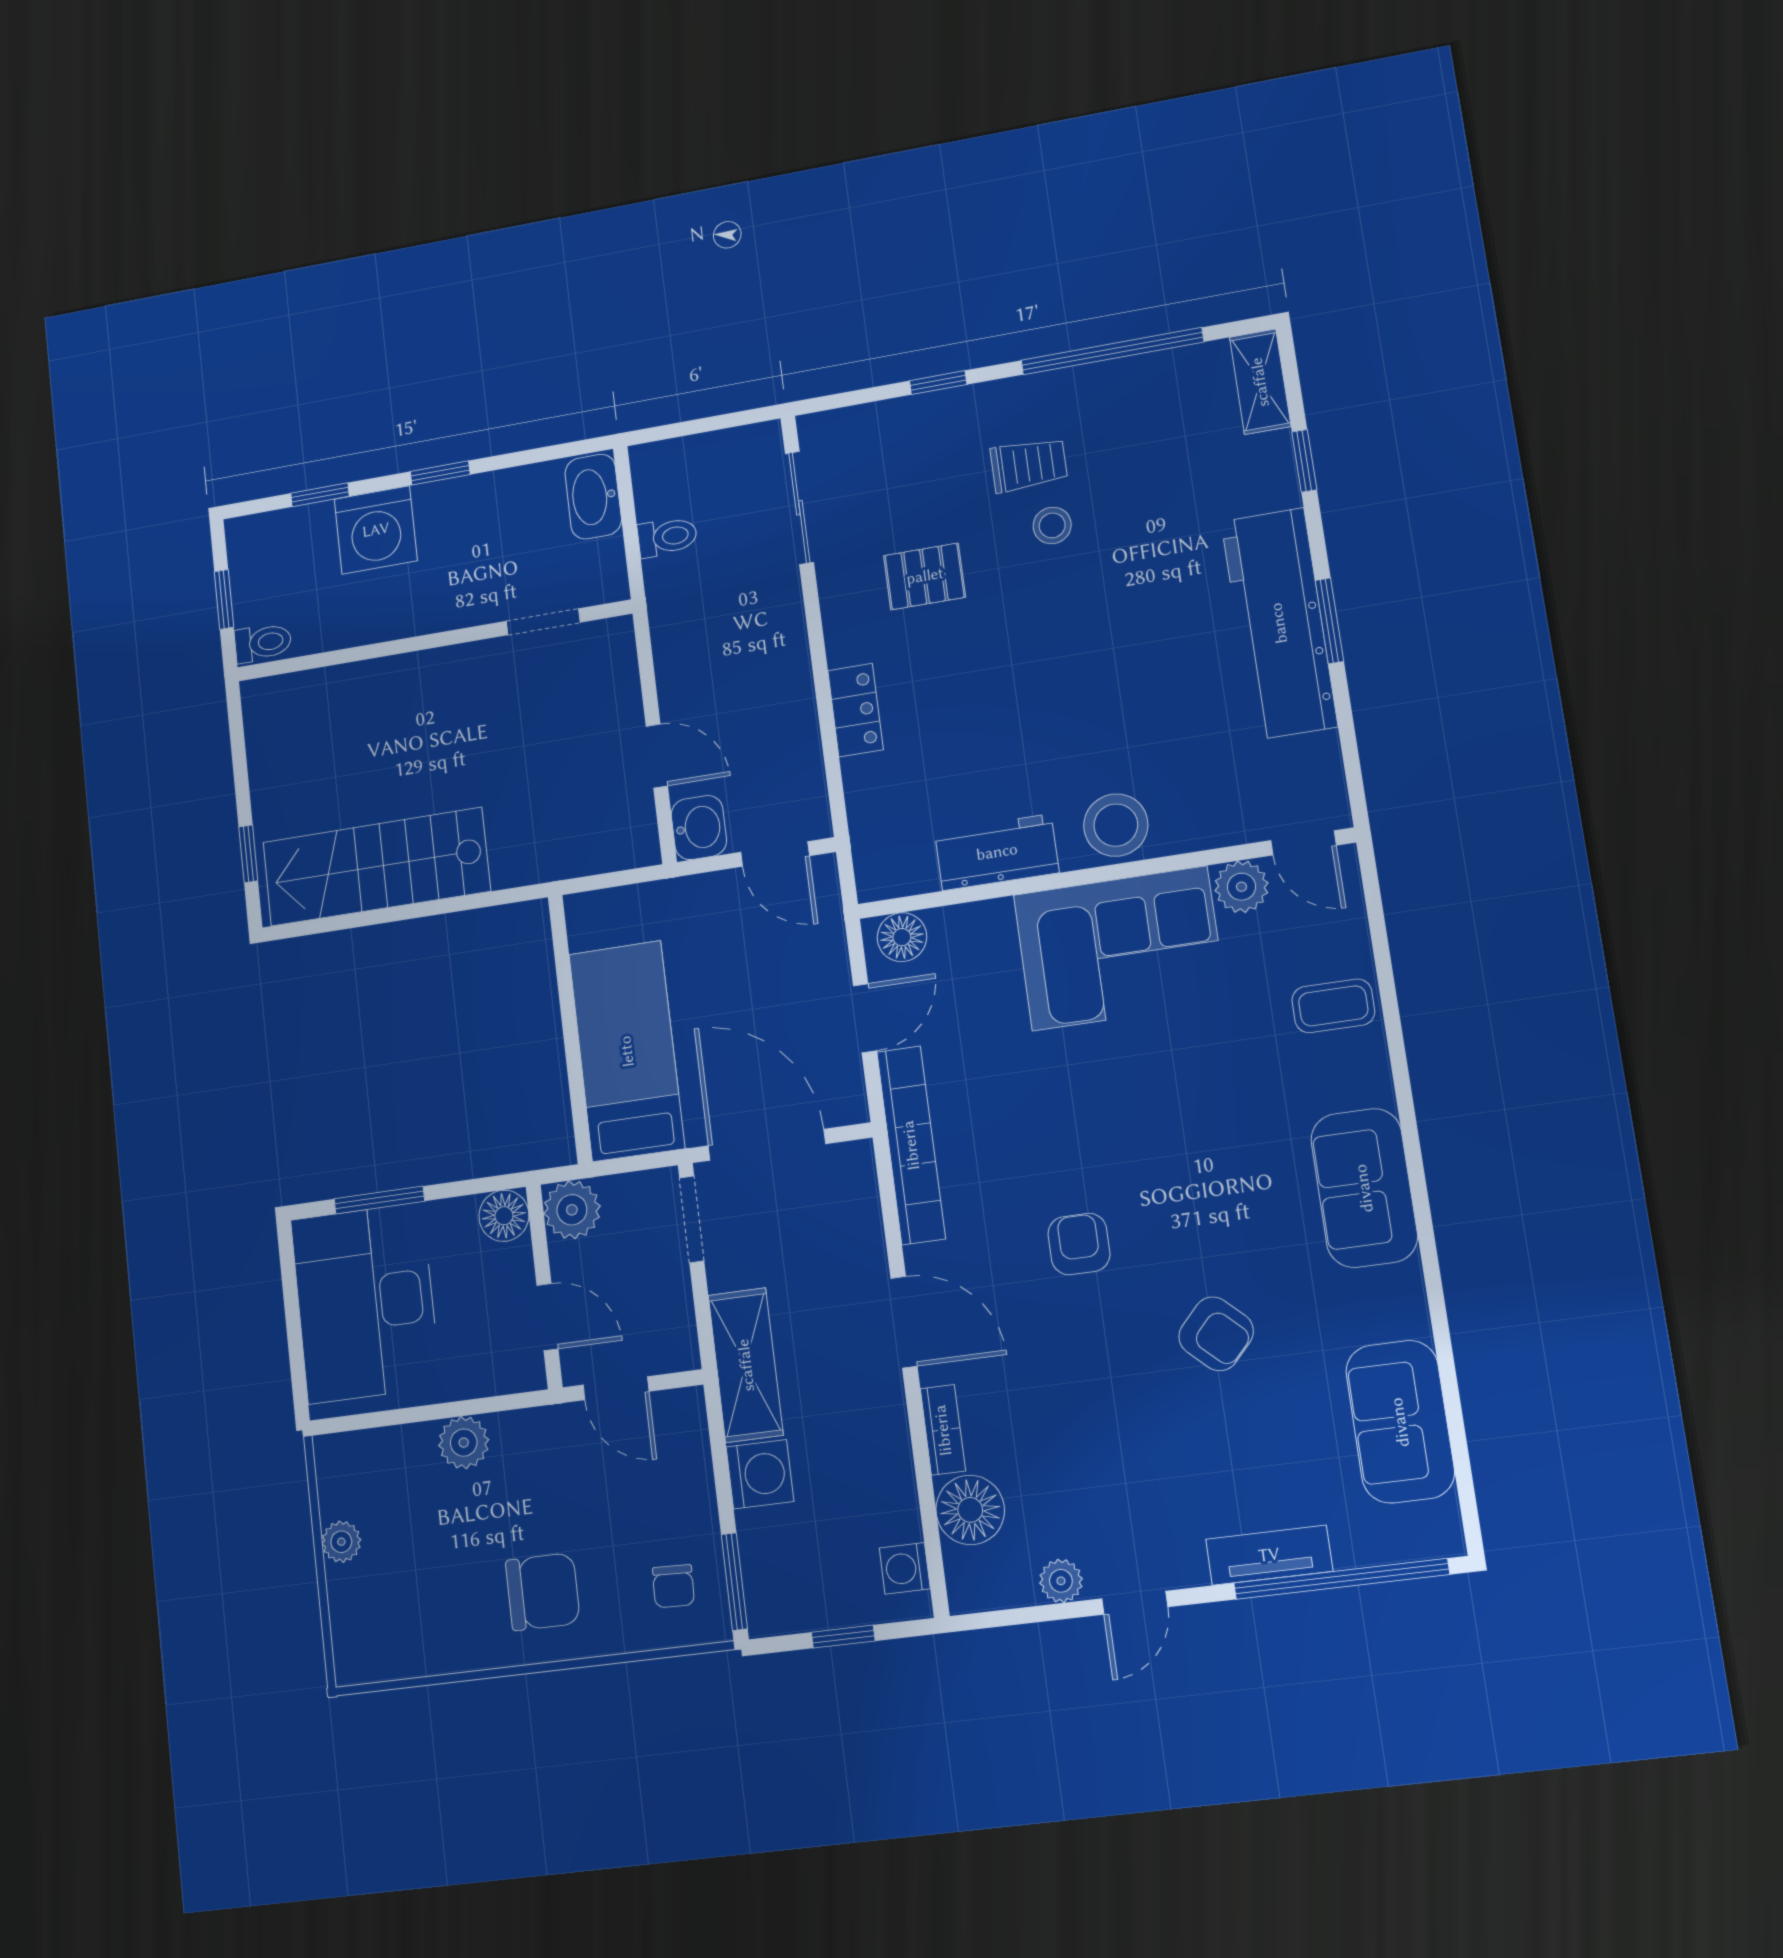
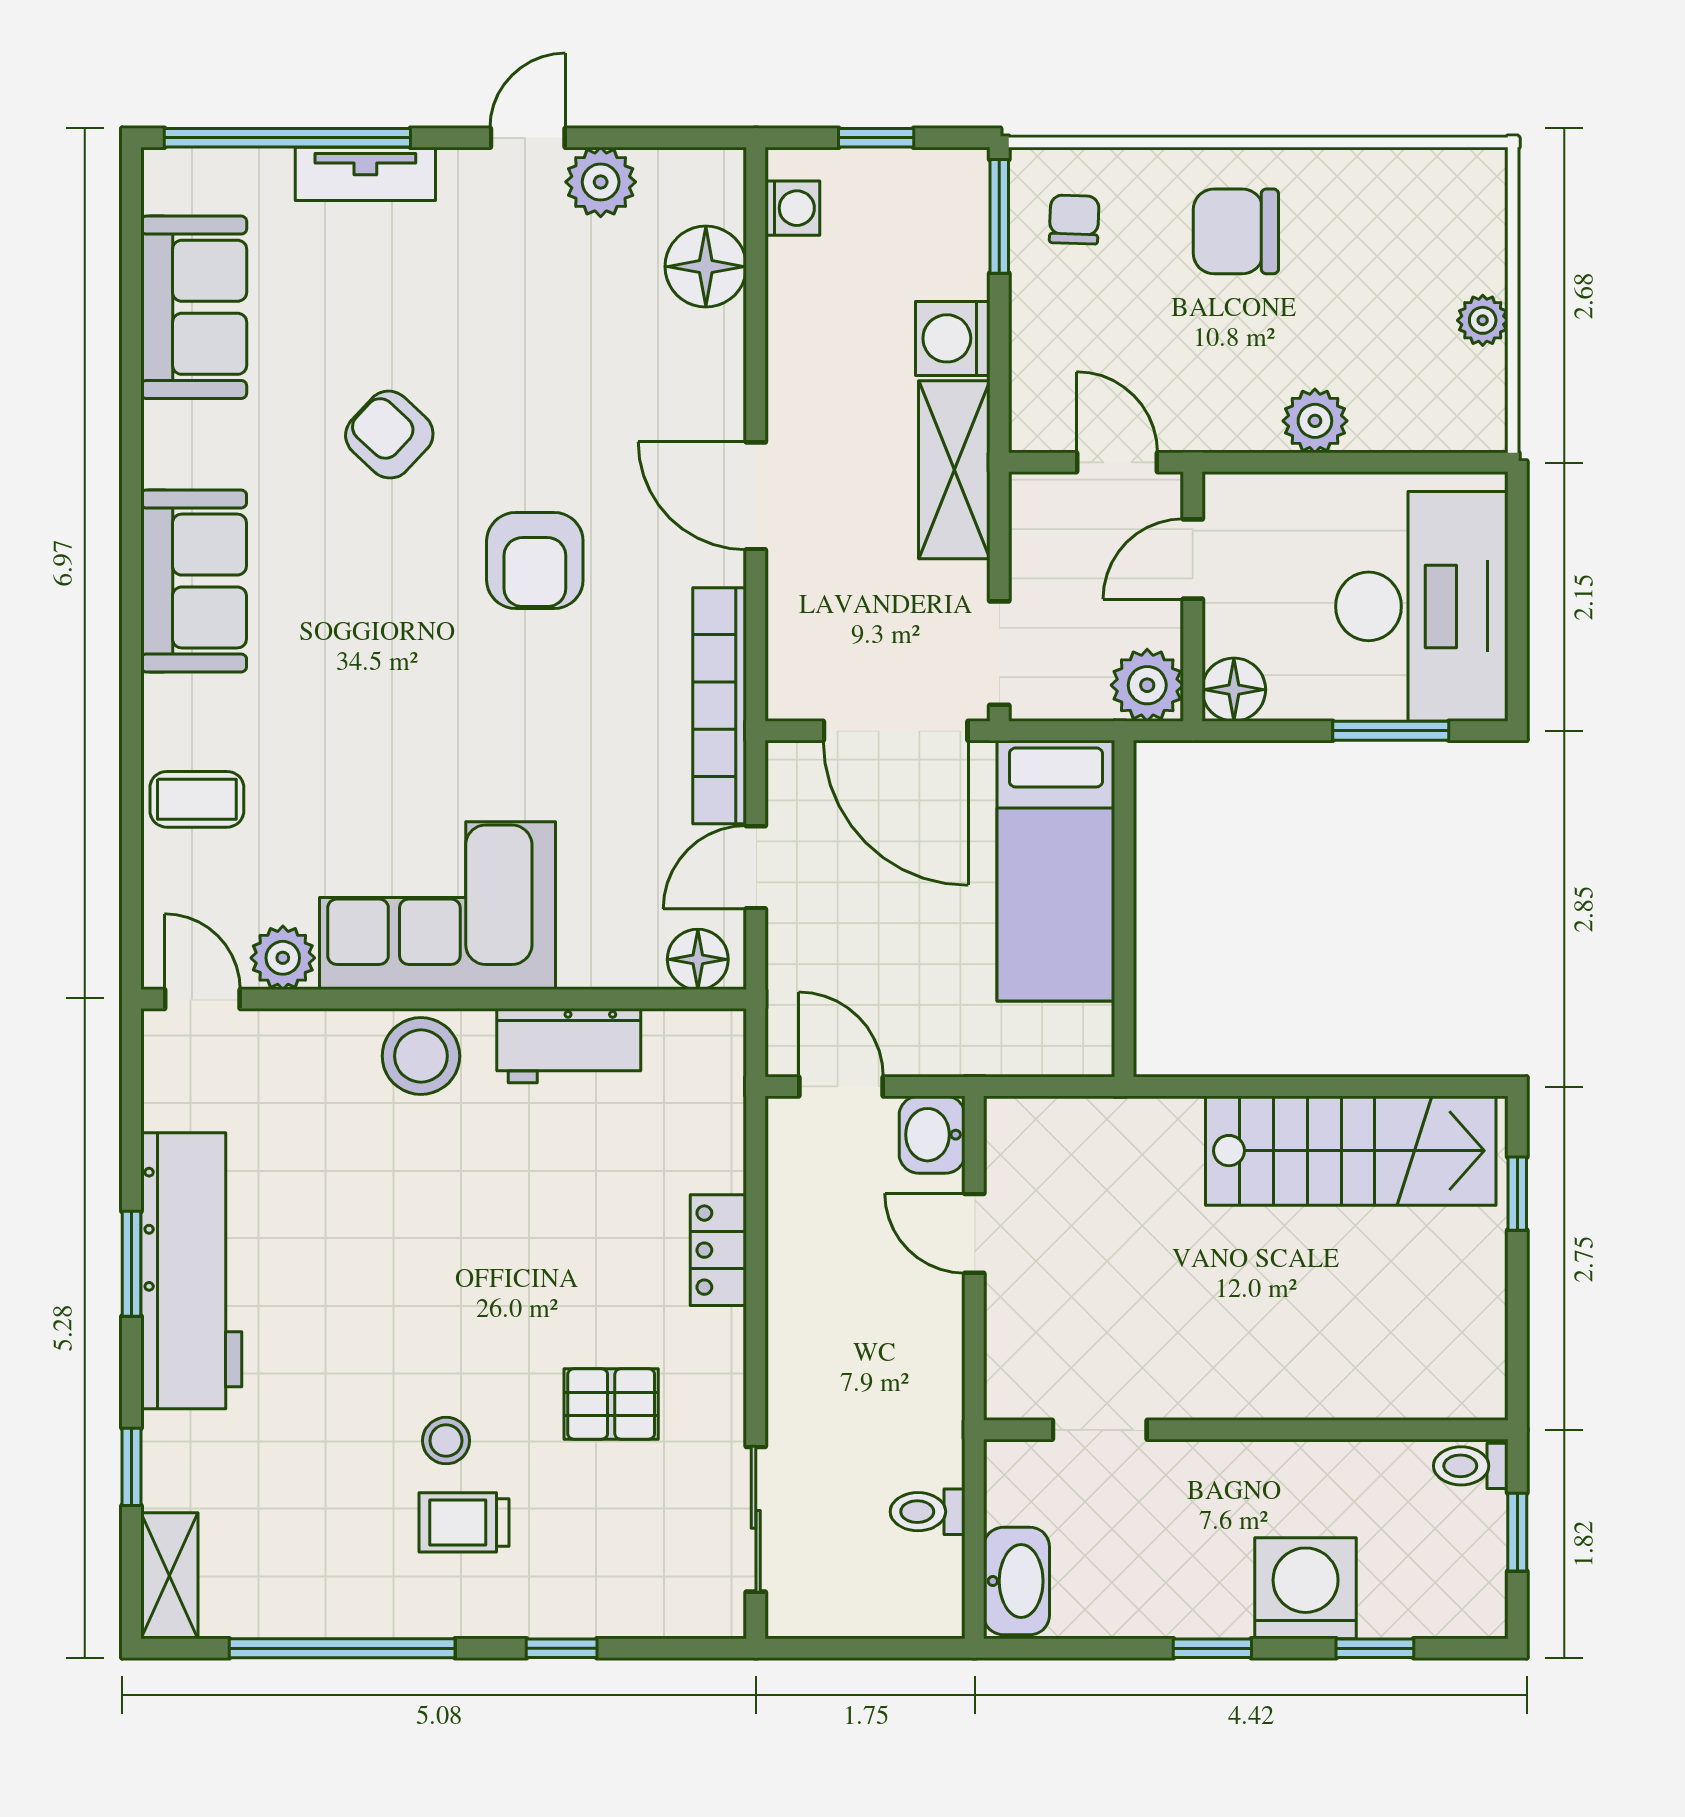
armchair: (1079, 1244) -> (535, 560), width x1.38, depth x1.38
door: (547, 1317) -> (1193, 559), hinge flipped
bookcase: (943, 1430) -> (726, 364), removed
plant: (1061, 1581) -> (601, 182), width x1.38, depth x1.38

